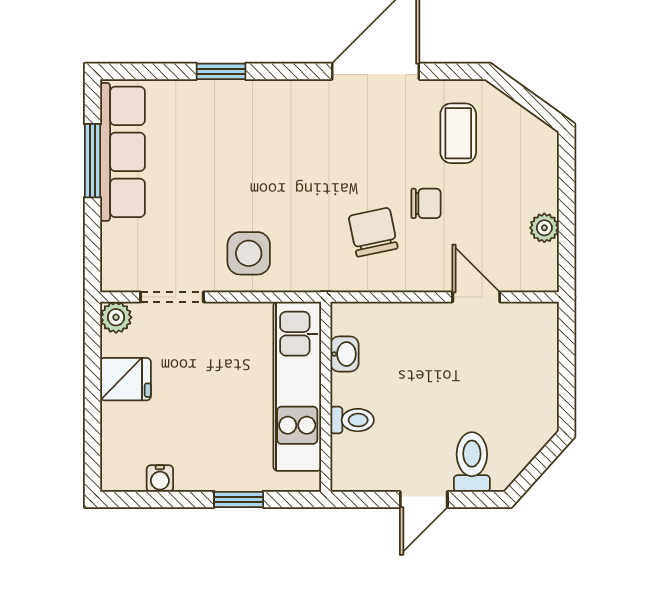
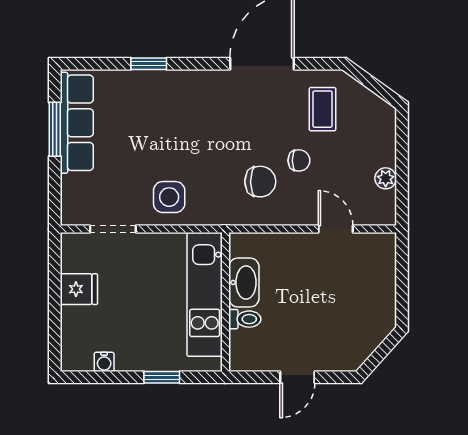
chair: (373, 232) -> (260, 182), turned 102
plant: (116, 317) -> (72, 244), removed
washbasin: (344, 354) -> (244, 282), width x1.91, depth x1.45
toilet: (472, 462) -> (333, 350), removed

